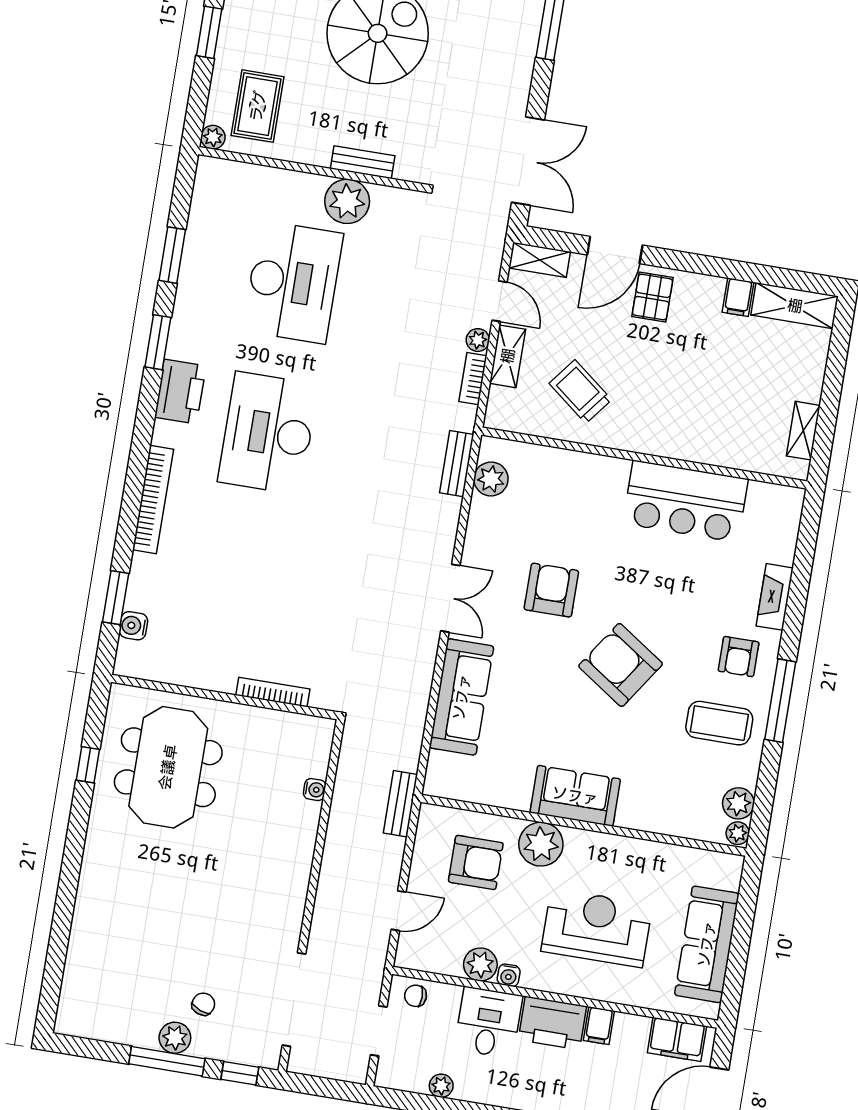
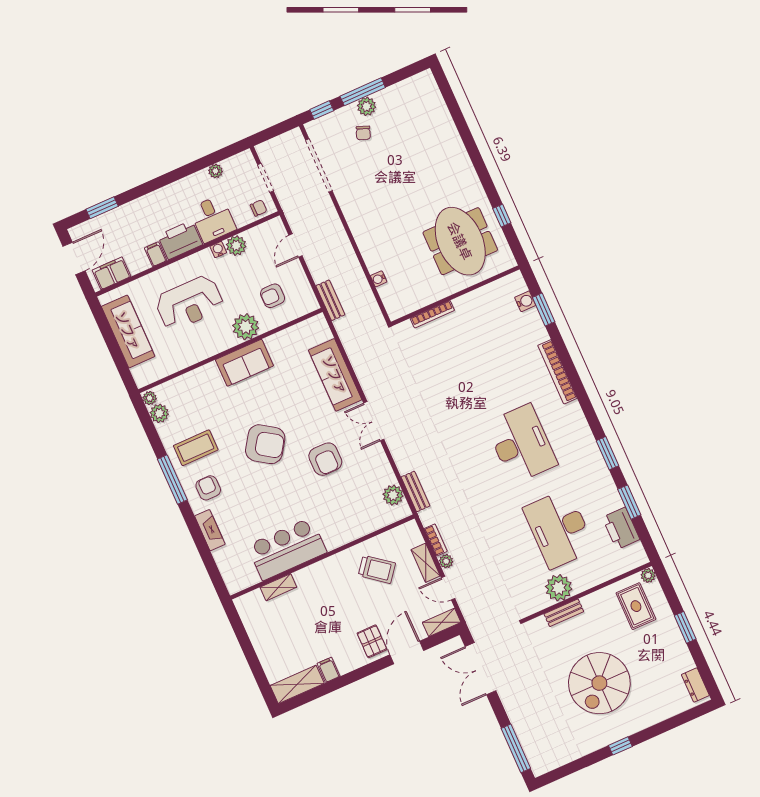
printer: (180, 392) -> (621, 528), moved
shelving: (803, 431) -> (278, 587), moved, turned 90
armchair: (476, 862) -> (273, 296), width x0.72, depth x0.72

